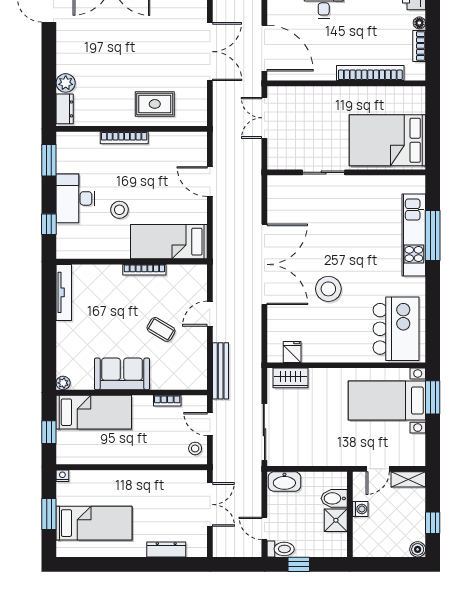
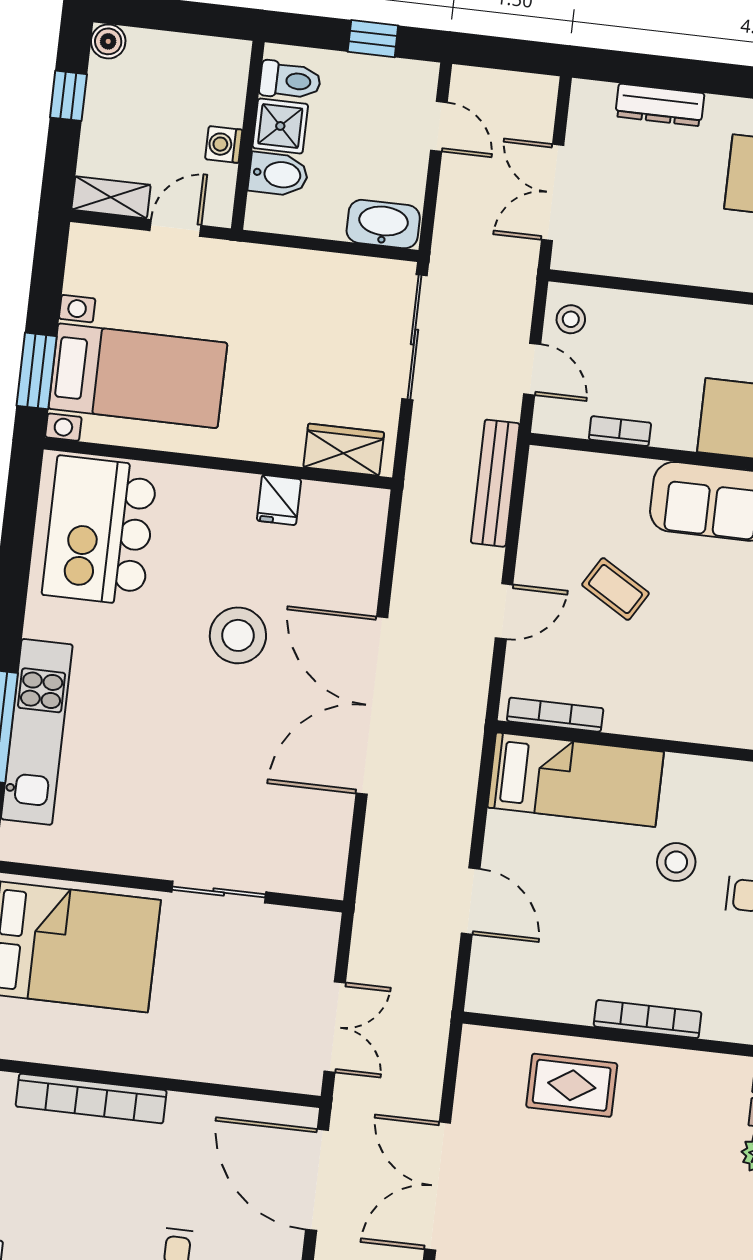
bookcase: (144, 270) -> (555, 715), moved
fridge: (292, 352) -> (279, 500), moved
toilet: (281, 549) -> (290, 80), moved, turned 180

